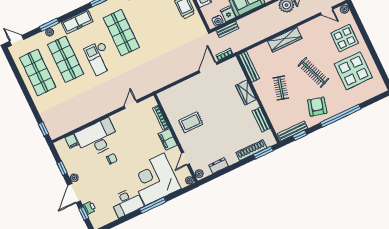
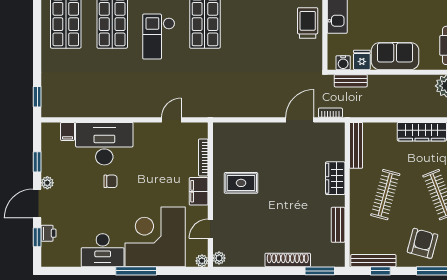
clothes rail: (281, 88) -> (385, 195), width x1.36
shoe rack: (251, 150) -> (288, 260), moved
dresser: (219, 166) -> (251, 260), removed

